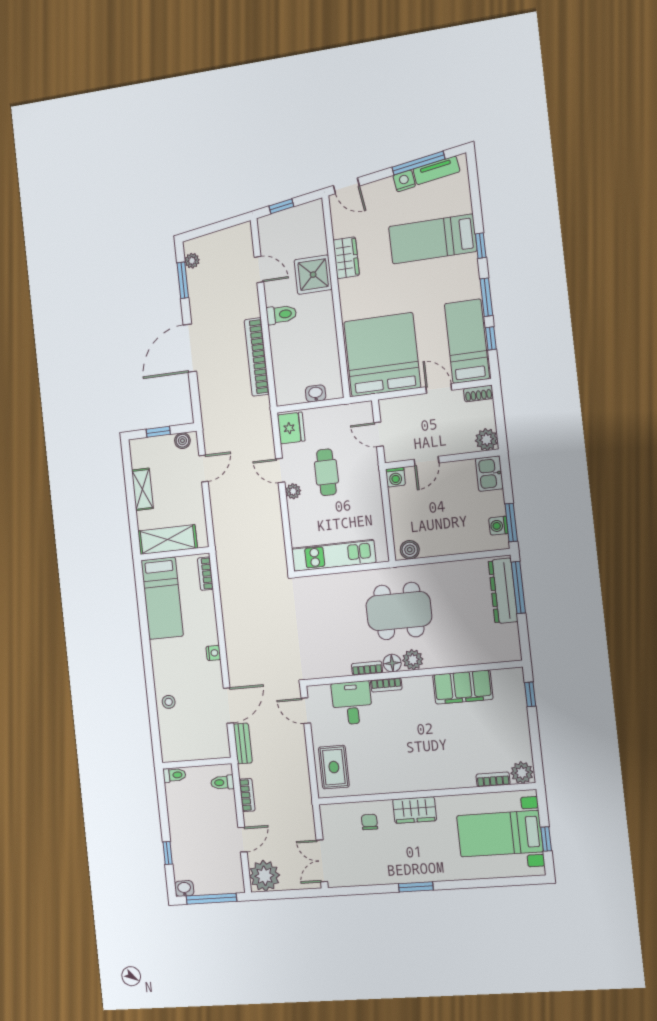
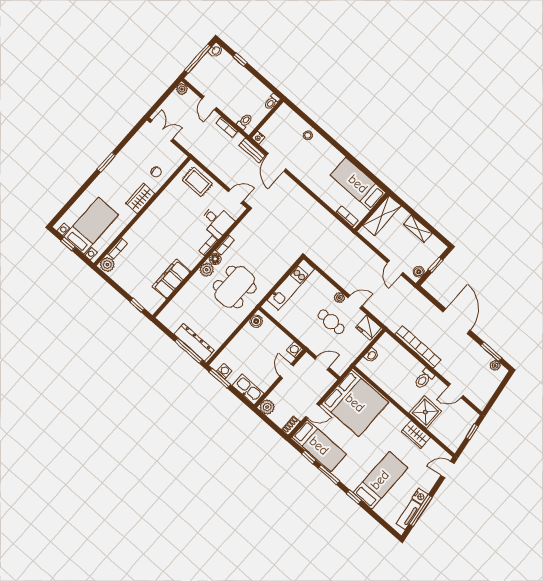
kitchen sink: (489, 474) -> (248, 389), width x1.38
nightstand: (213, 653) -> (258, 138), moved
plant: (264, 876) -> (182, 89), width x0.53, depth x0.53

